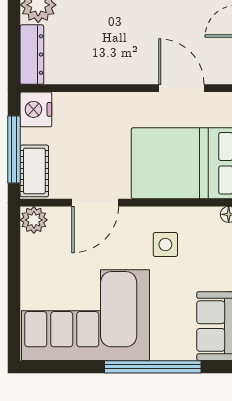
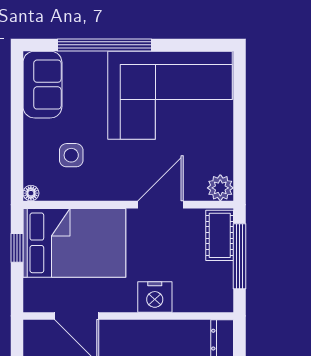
nightstand: (36, 109) -> (155, 297), moved, turned 90
side table: (165, 245) -> (71, 155), moved

